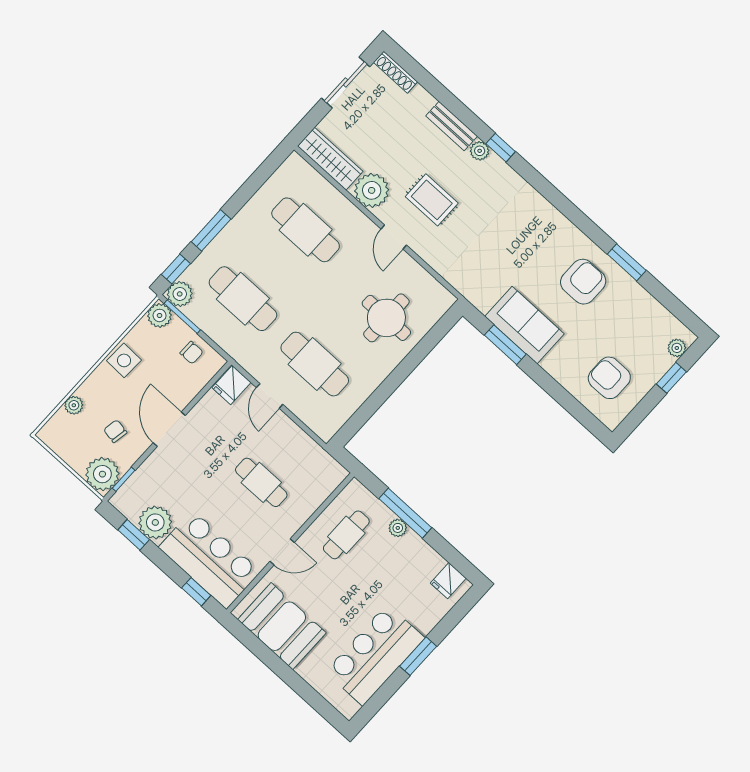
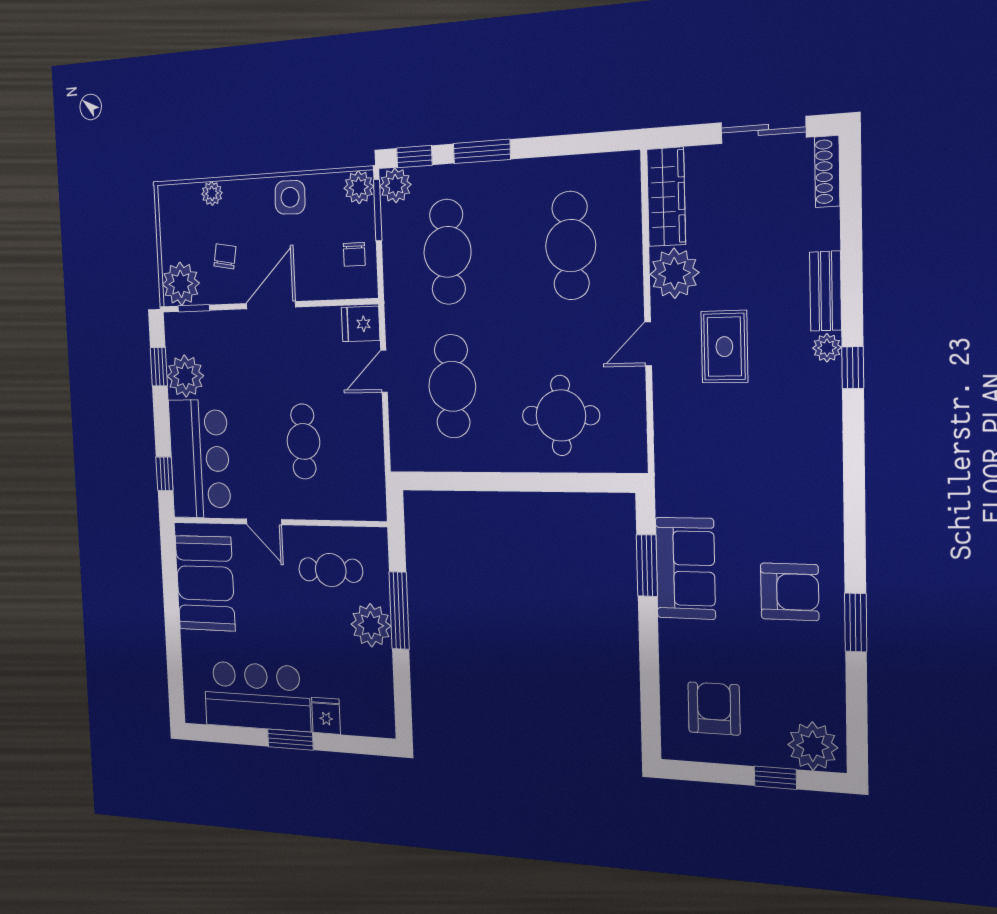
plant: (677, 348) -> (813, 746), width x1.88, depth x1.88
plant: (398, 528) -> (371, 625), width x1.88, depth x1.88
fridge: (448, 581) -> (326, 716), moved, turned 90

